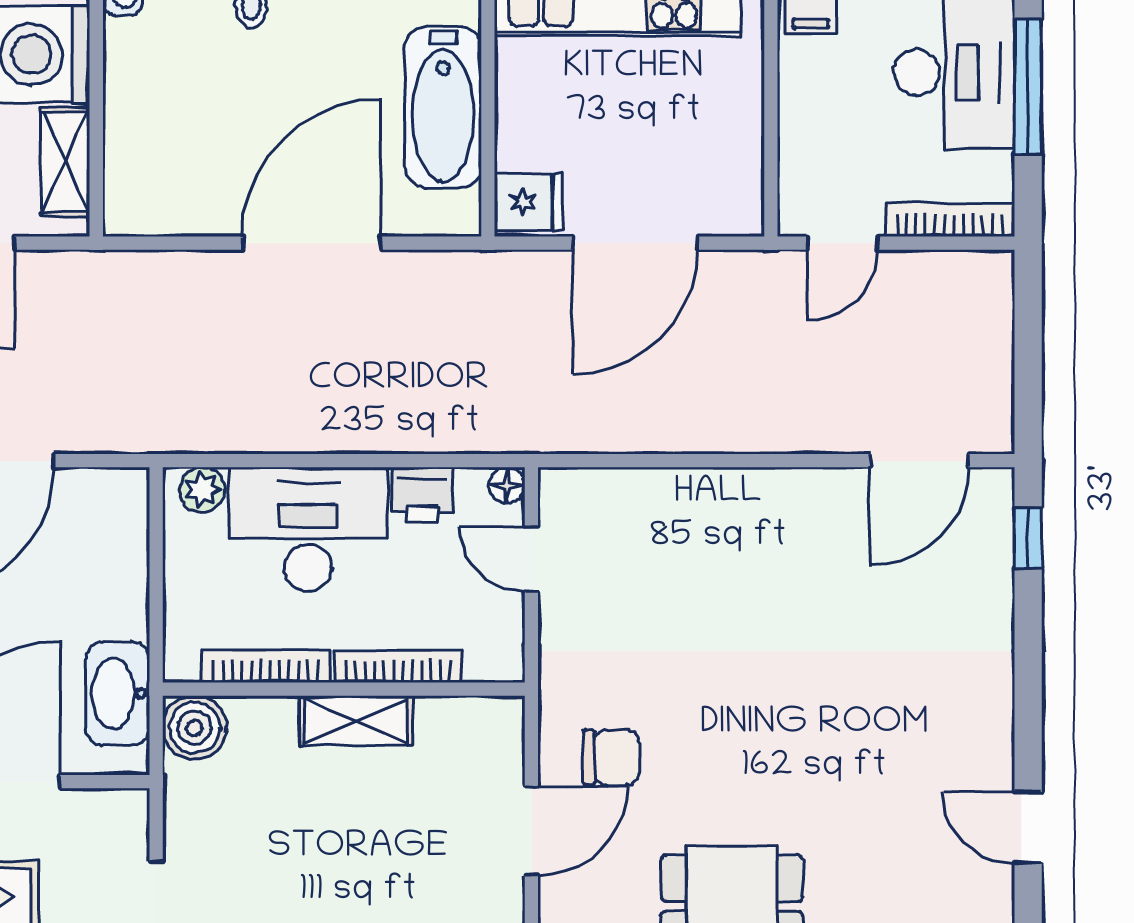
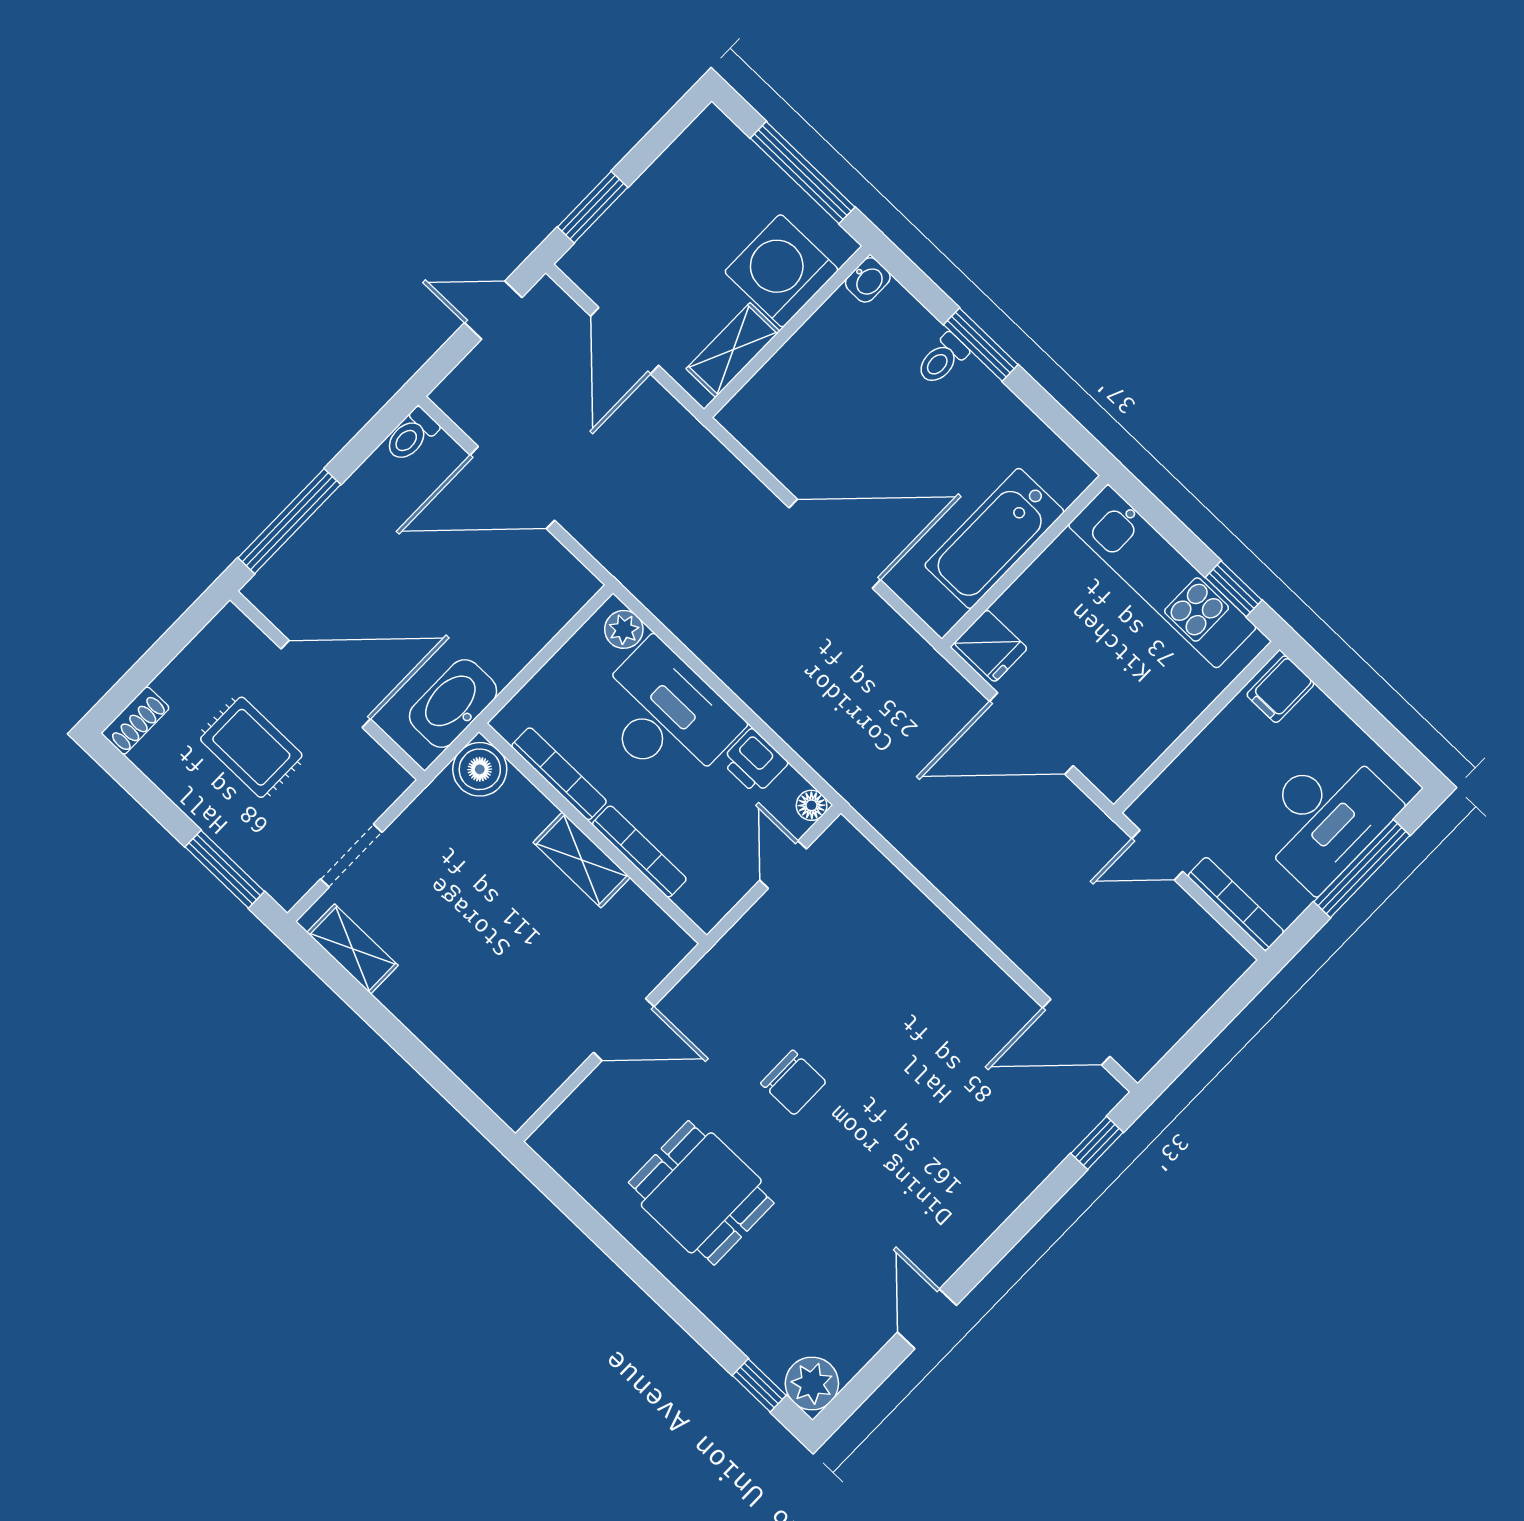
chair: (611, 758) -> (793, 1083), moved

